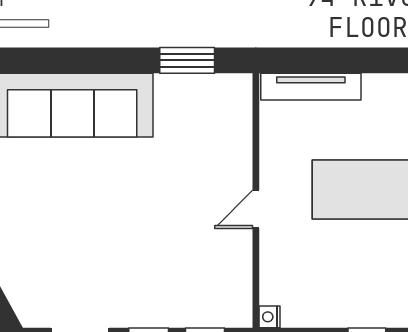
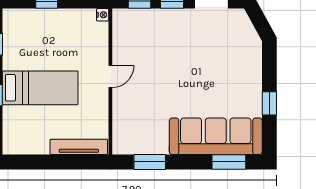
window: (49, 60) -> (229, 162), added

